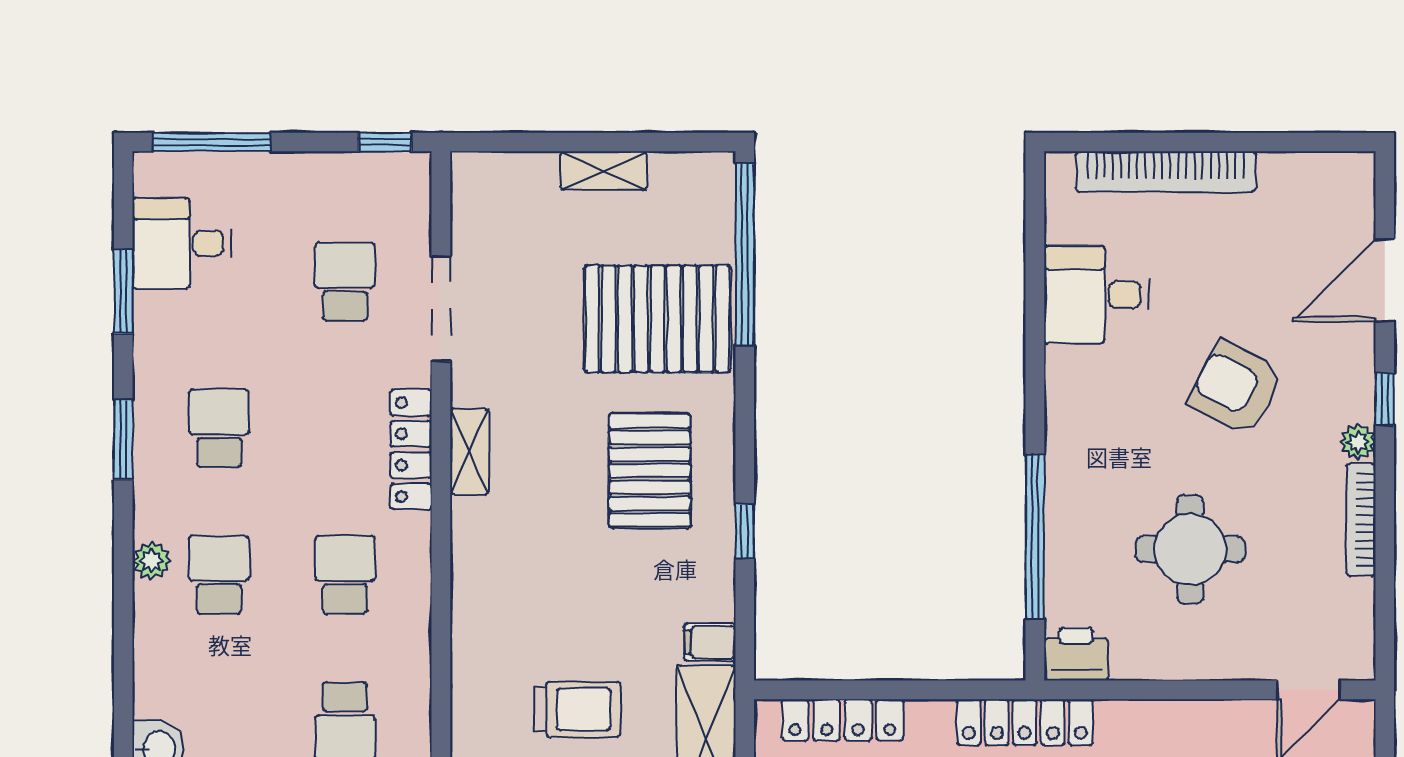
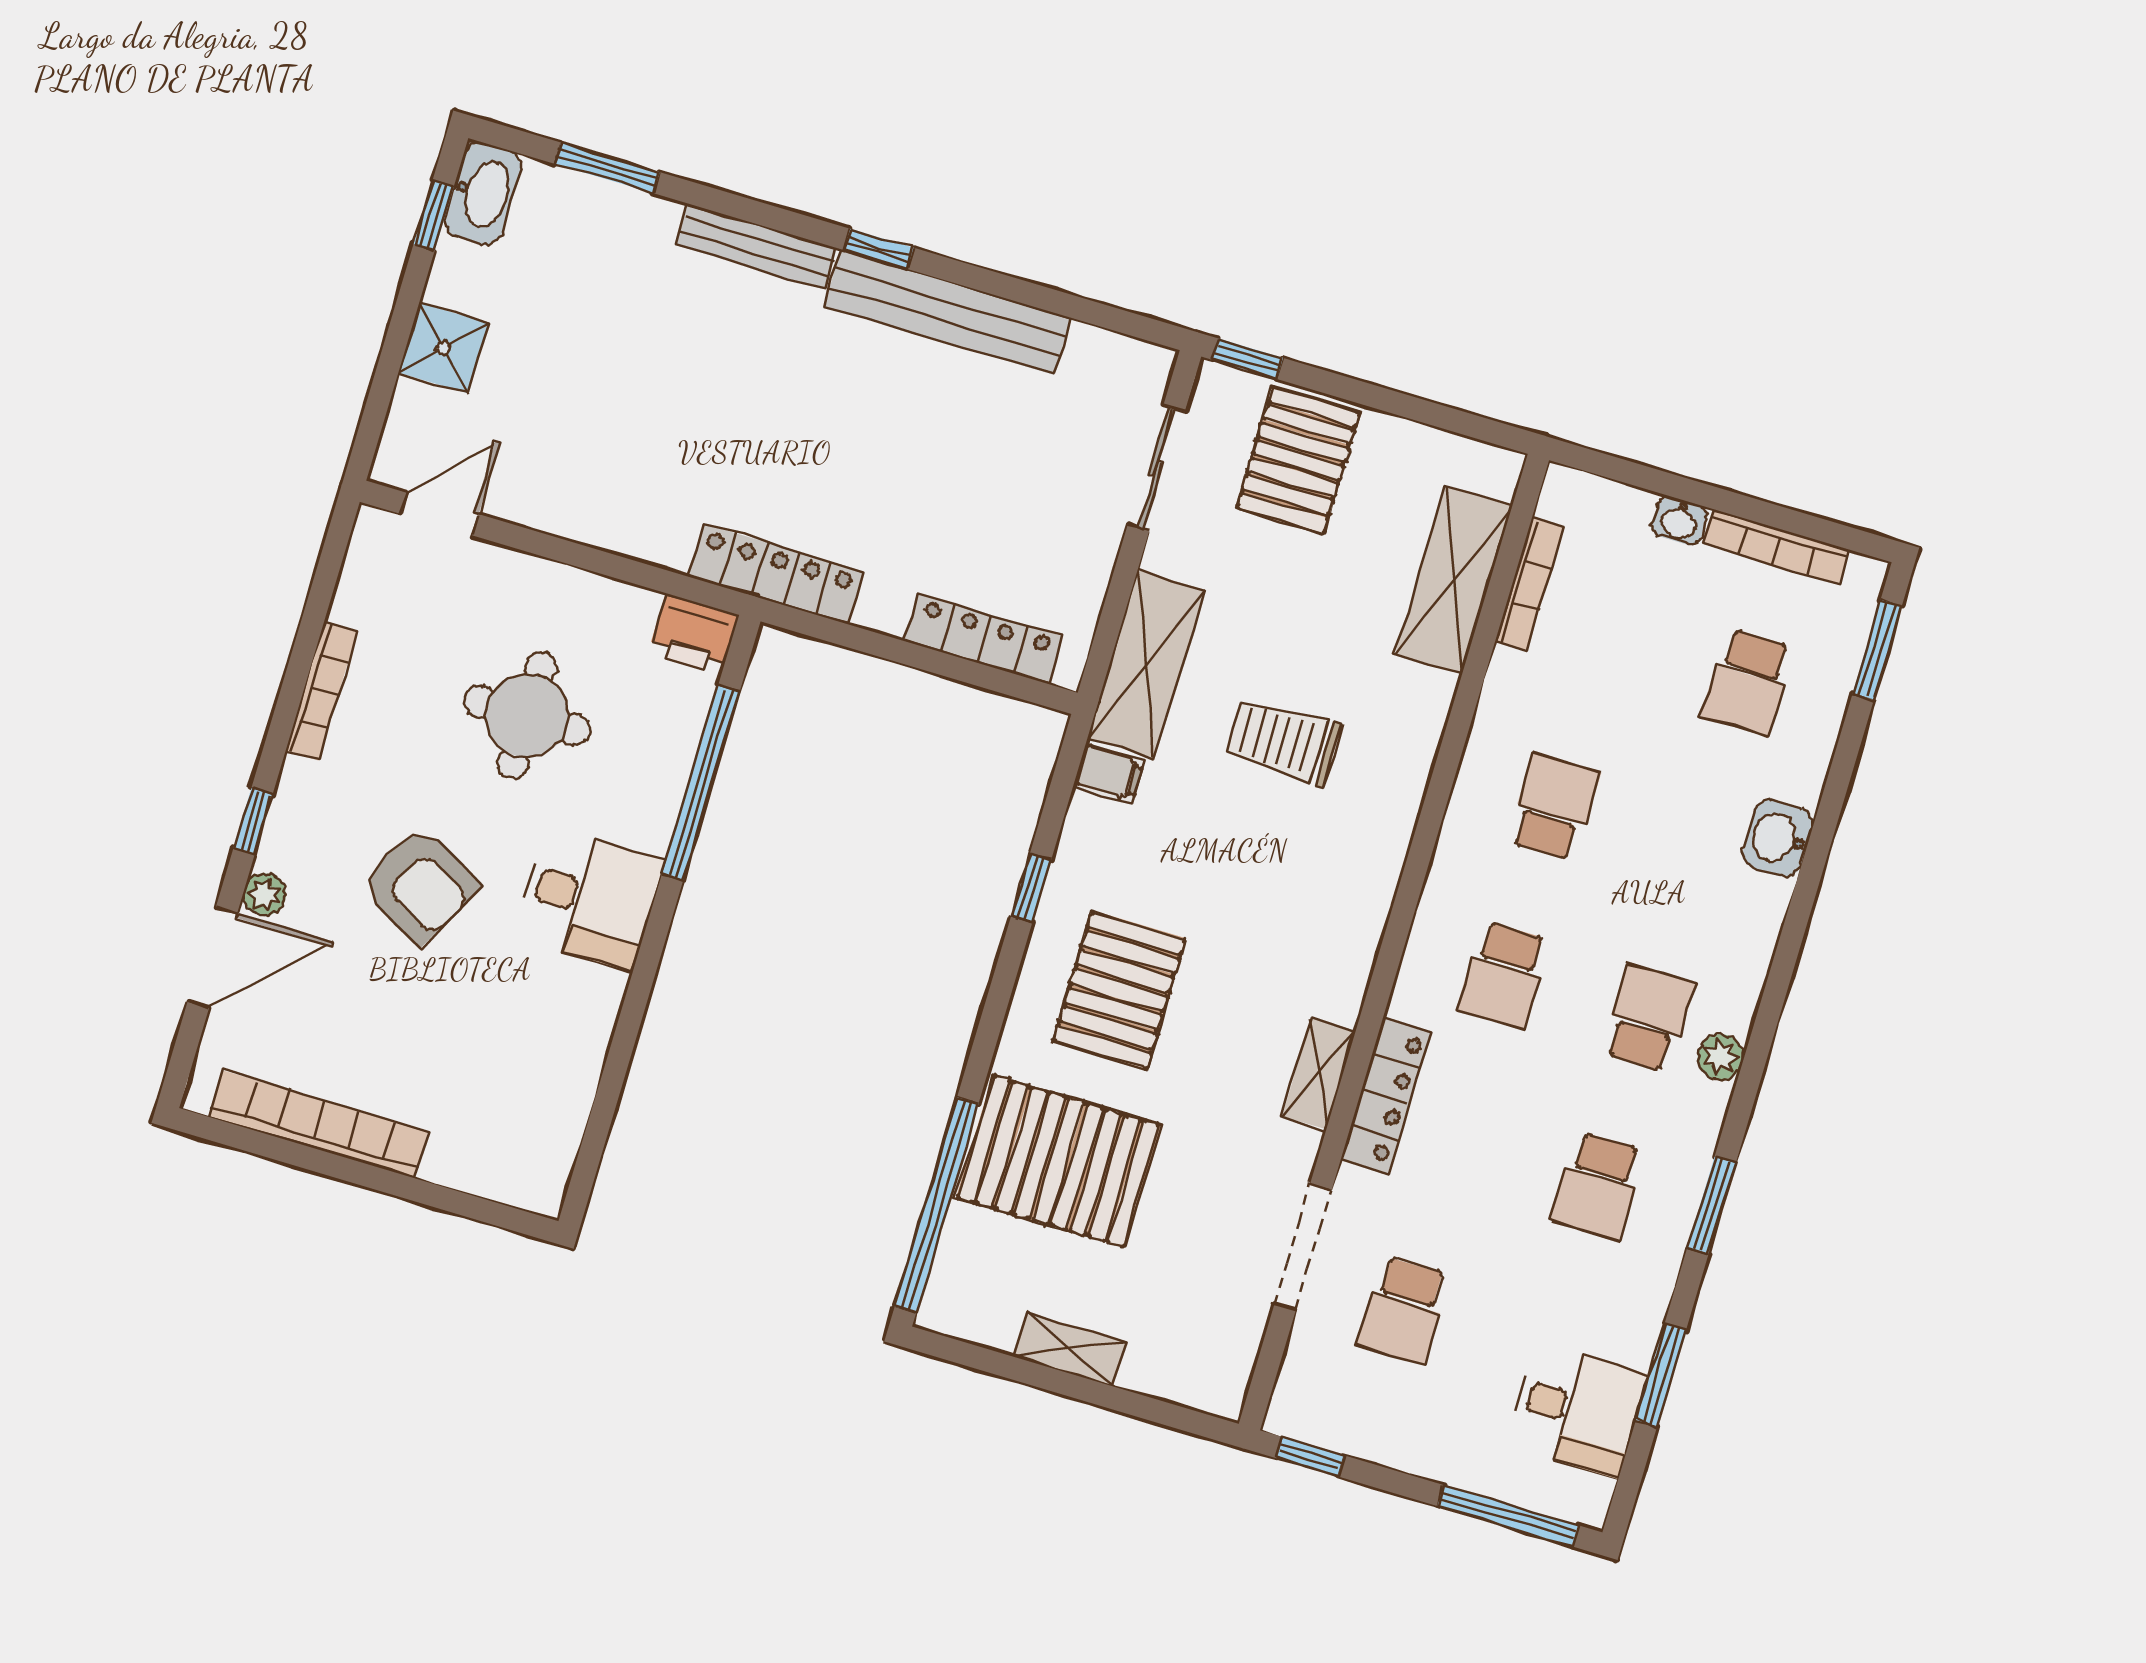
bookcase: (1166, 172) -> (318, 1124), moved
desk: (1096, 295) -> (589, 898), moved
plant: (1358, 442) -> (265, 894), moved
school desk: (219, 575) -> (1648, 1018), turned 180

